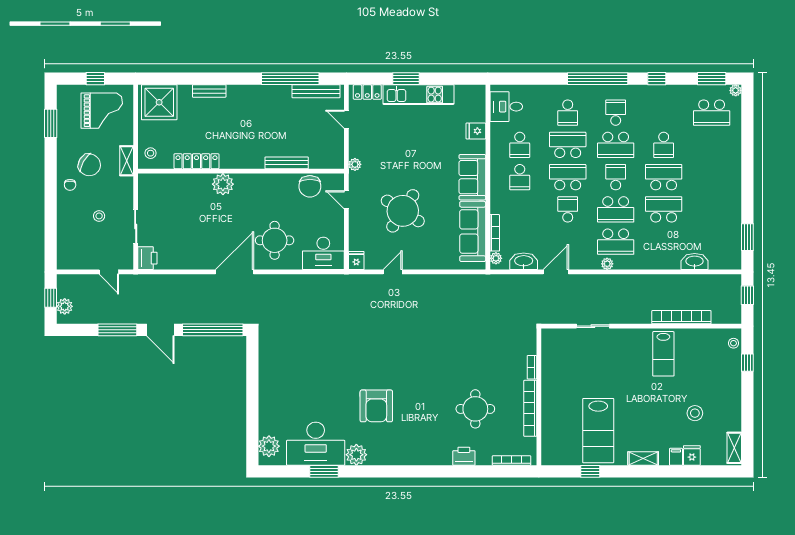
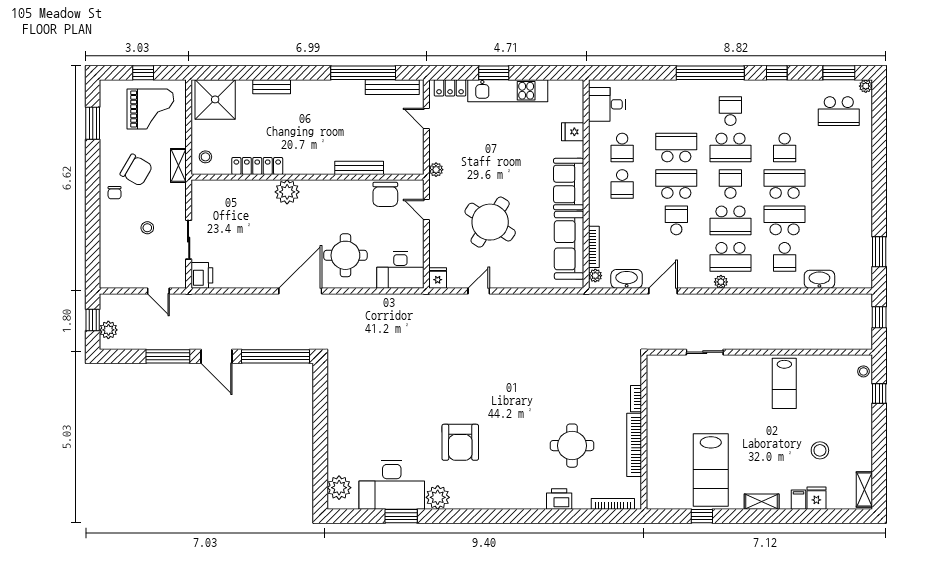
school desk: (568, 113) -> (785, 257), moved
bookcase: (681, 317) -> (805, 342), removed

